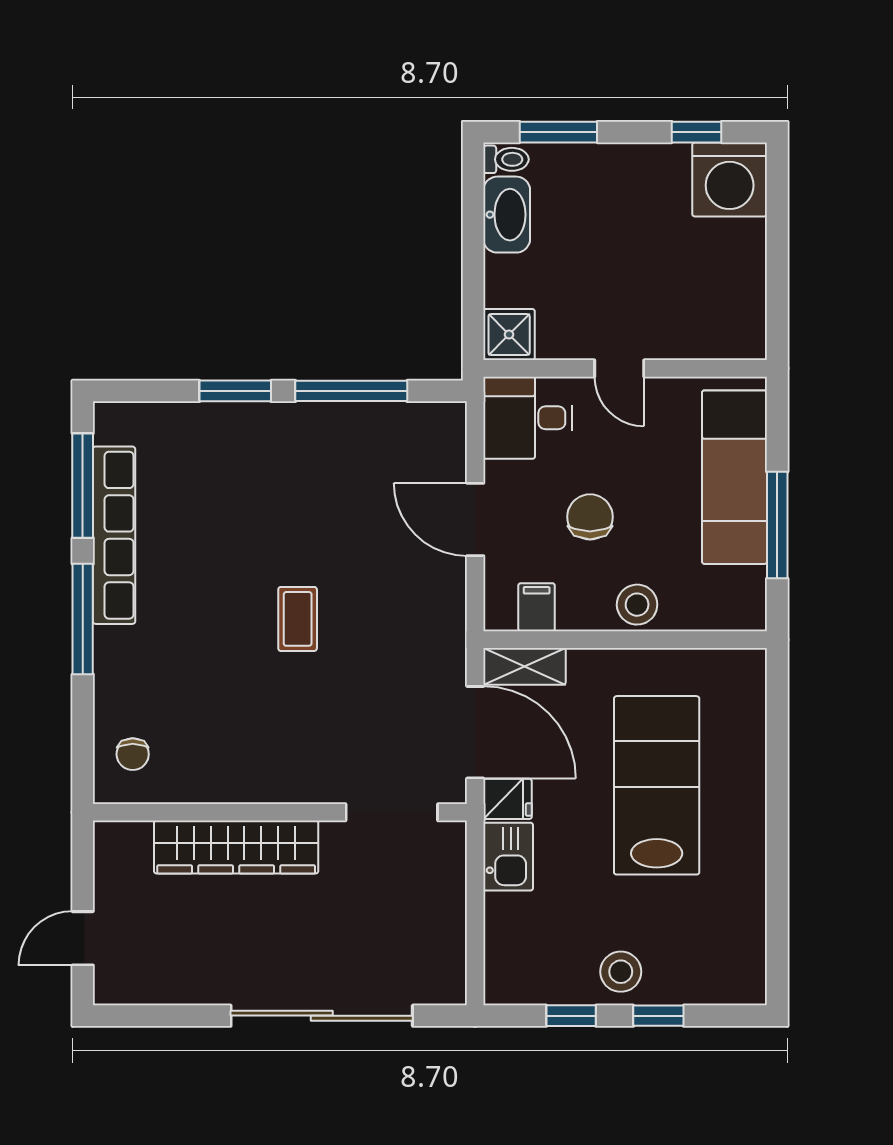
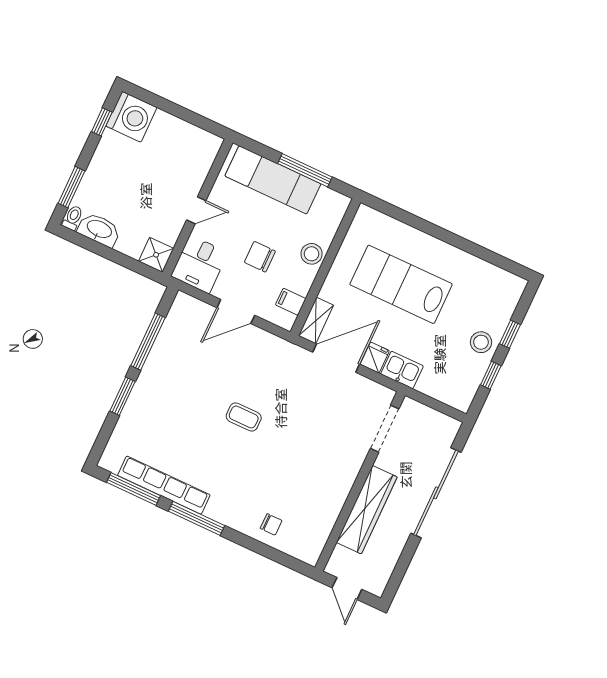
wall: (280, 812) -> (360, 481), moved
doorway: (392, 812) -> (385, 429), moved
wardrobe: (236, 847) -> (367, 510), moved

